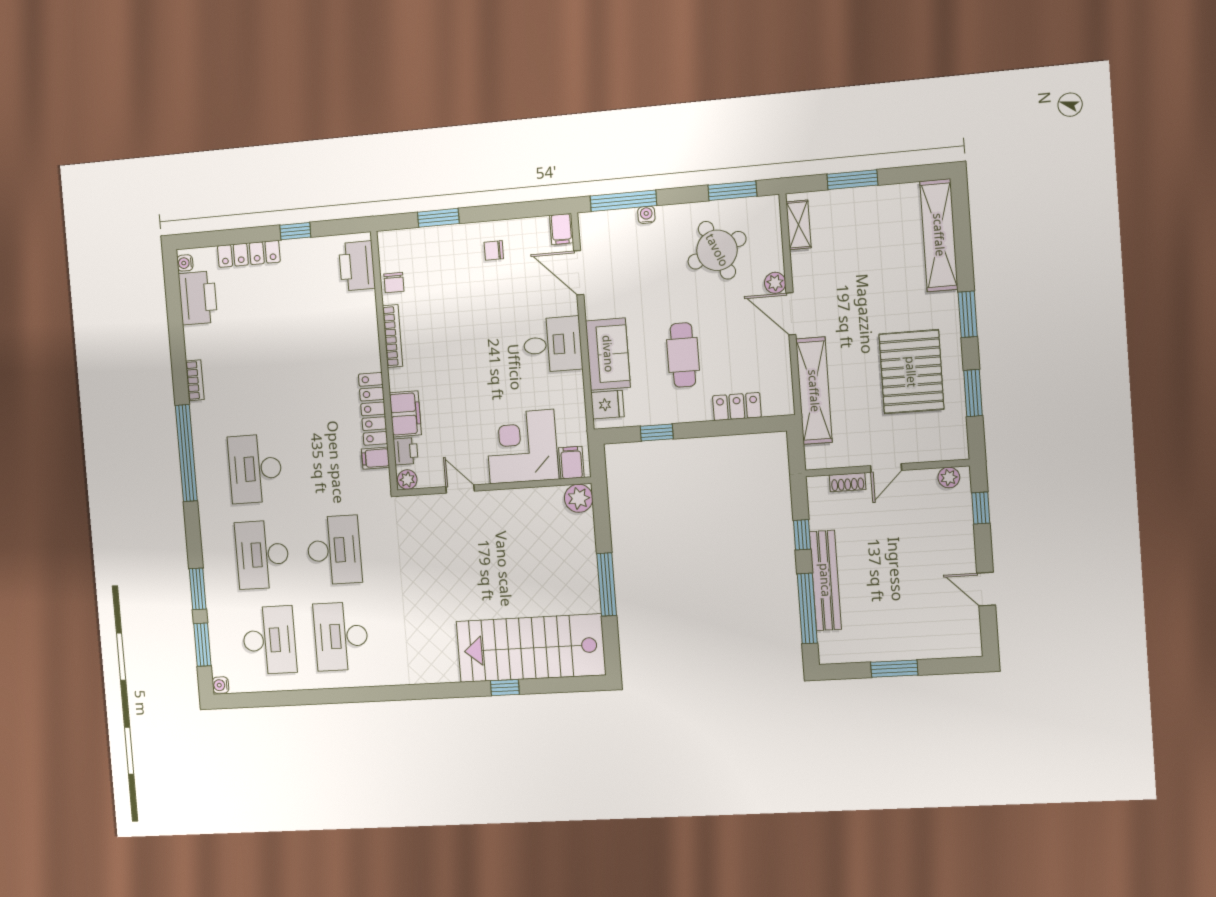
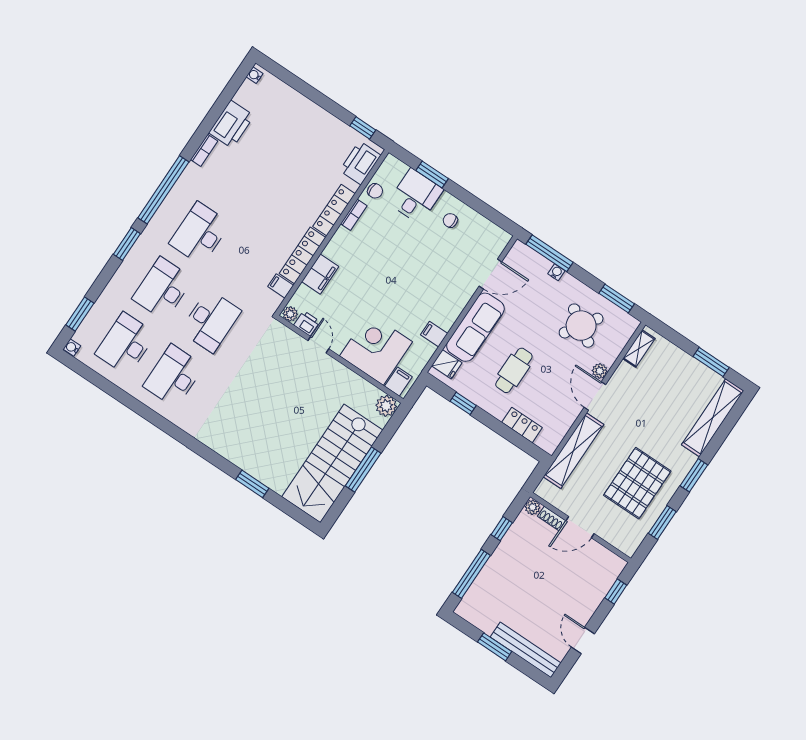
window: (852, 180) -> (711, 362), moved
filing cabinet: (562, 229) -> (434, 334), moved, turned 90
window: (295, 231) -> (363, 128), moved
round table: (717, 250) -> (581, 326), turned -34
locker: (249, 254) -> (334, 210), moved, turned 90
door: (579, 273) -> (490, 274), swing flipped
chair: (394, 283) -> (375, 191), turned -90
printer: (198, 298) -> (231, 124), moved
bookcase: (393, 336) -> (354, 215), width x0.64
desk: (553, 345) -> (416, 196), moved, turned -90
sofa: (608, 354) -> (475, 327), width x1.36
printer: (406, 451) -> (307, 323), moved, turned -90
door: (886, 468) -> (580, 527), width x1.38
plant: (949, 477) -> (533, 507), moved
bench: (825, 580) -> (526, 650), moved, turned 90
window: (198, 589) -> (127, 244), moved
desk: (269, 640) -> (126, 344), turned 180
stairs: (531, 648) -> (332, 463), moved, turned -90
window: (505, 688) -> (252, 484), width x1.50

